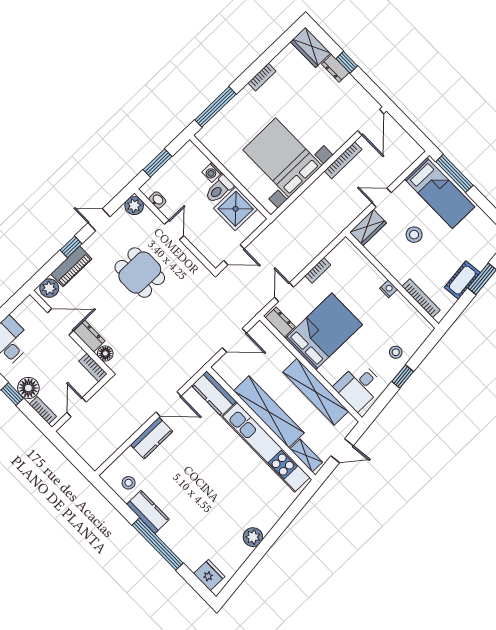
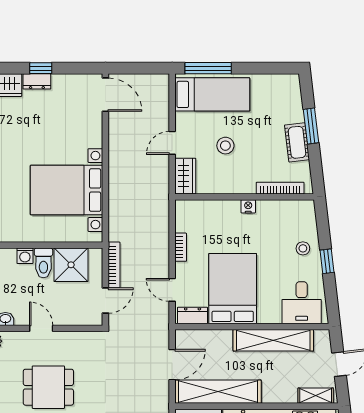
bookcase: (343, 160) -> (114, 265), moved
shelving: (269, 412) -> (218, 392), moved

